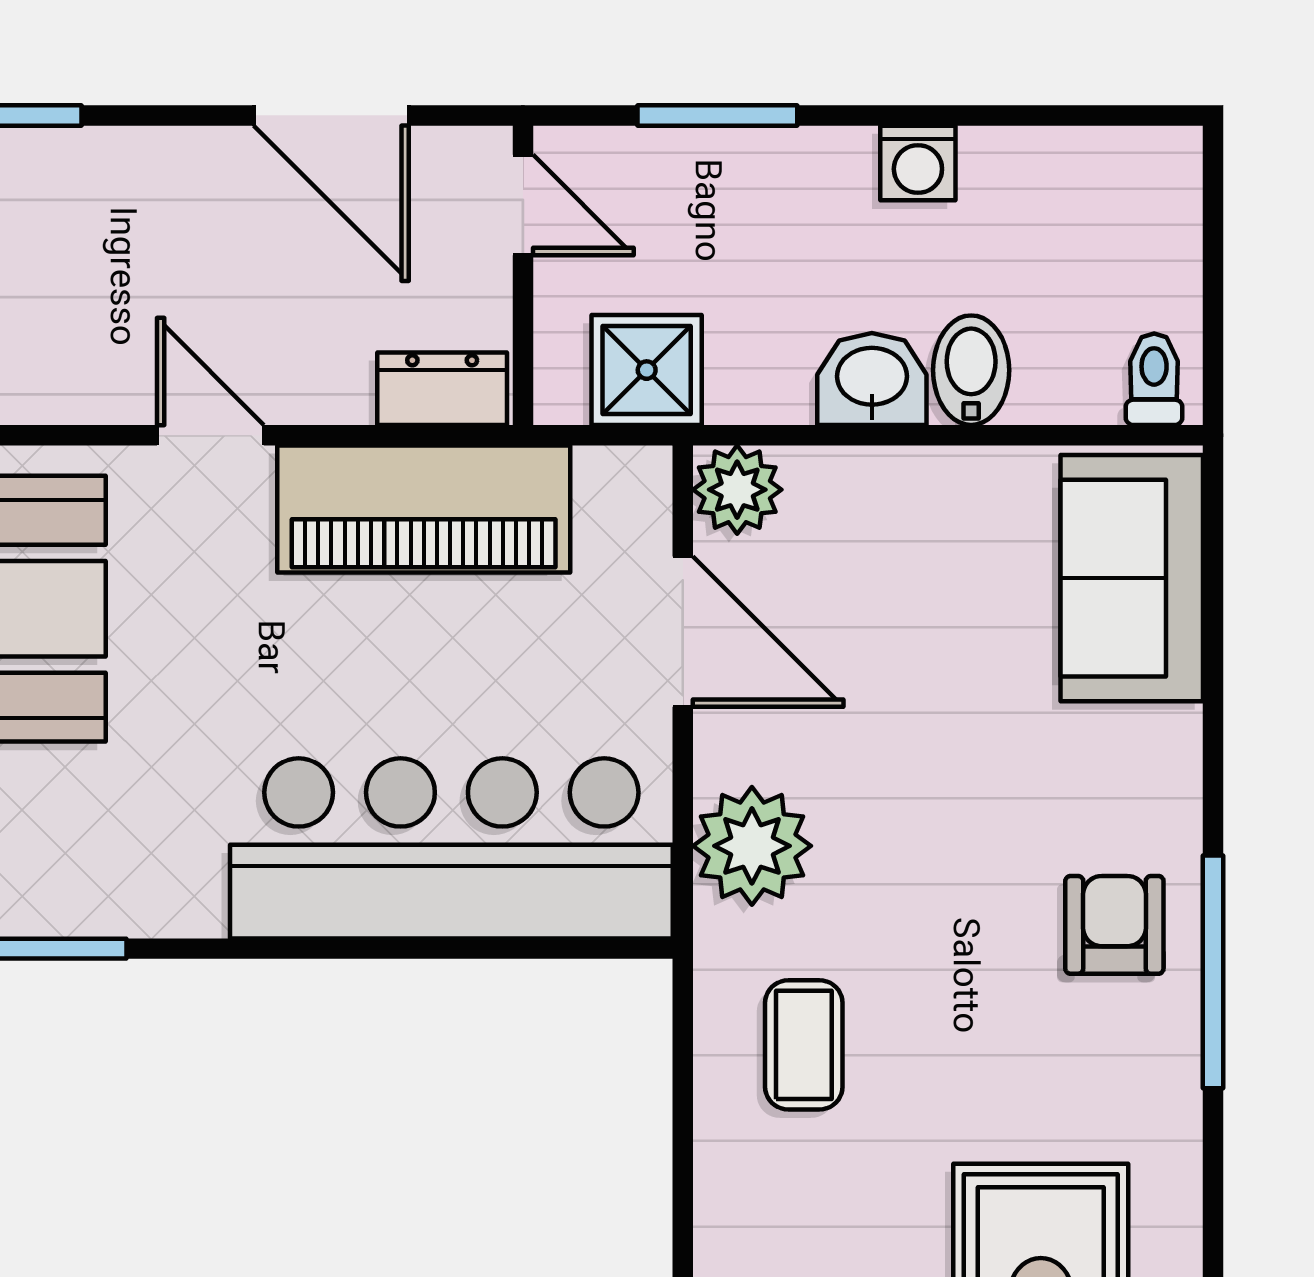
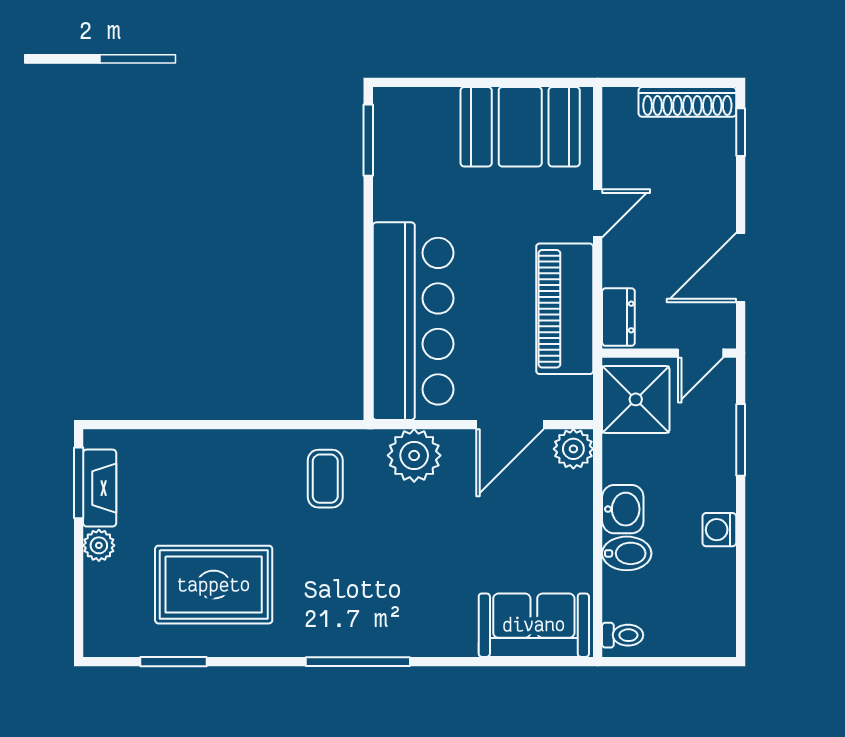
shower: (647, 370) -> (636, 399), width x1.36, depth x1.36
armchair: (1114, 925) -> (379, 617), removed
coffee table: (804, 1045) -> (325, 479), turned 90

